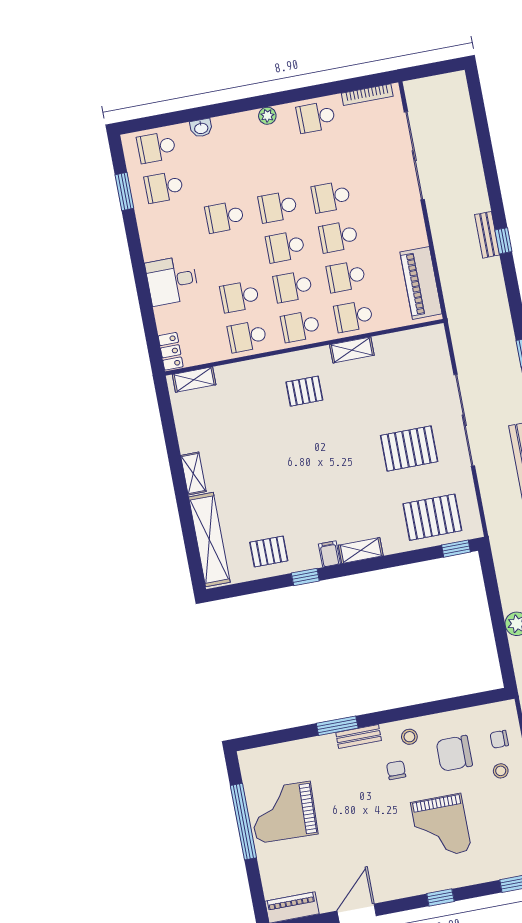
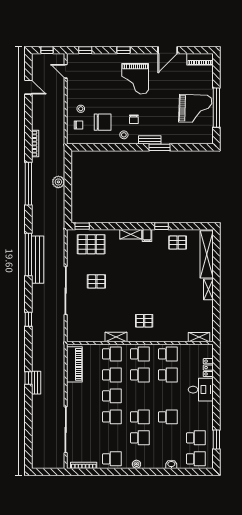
school desk: (285, 247) -> (140, 438), moved
locker: (171, 351) -> (208, 368), moved
pallet: (409, 448) -> (96, 281), width x0.67, depth x0.71
grand piano: (441, 827) -> (135, 79), moved, turned 180

